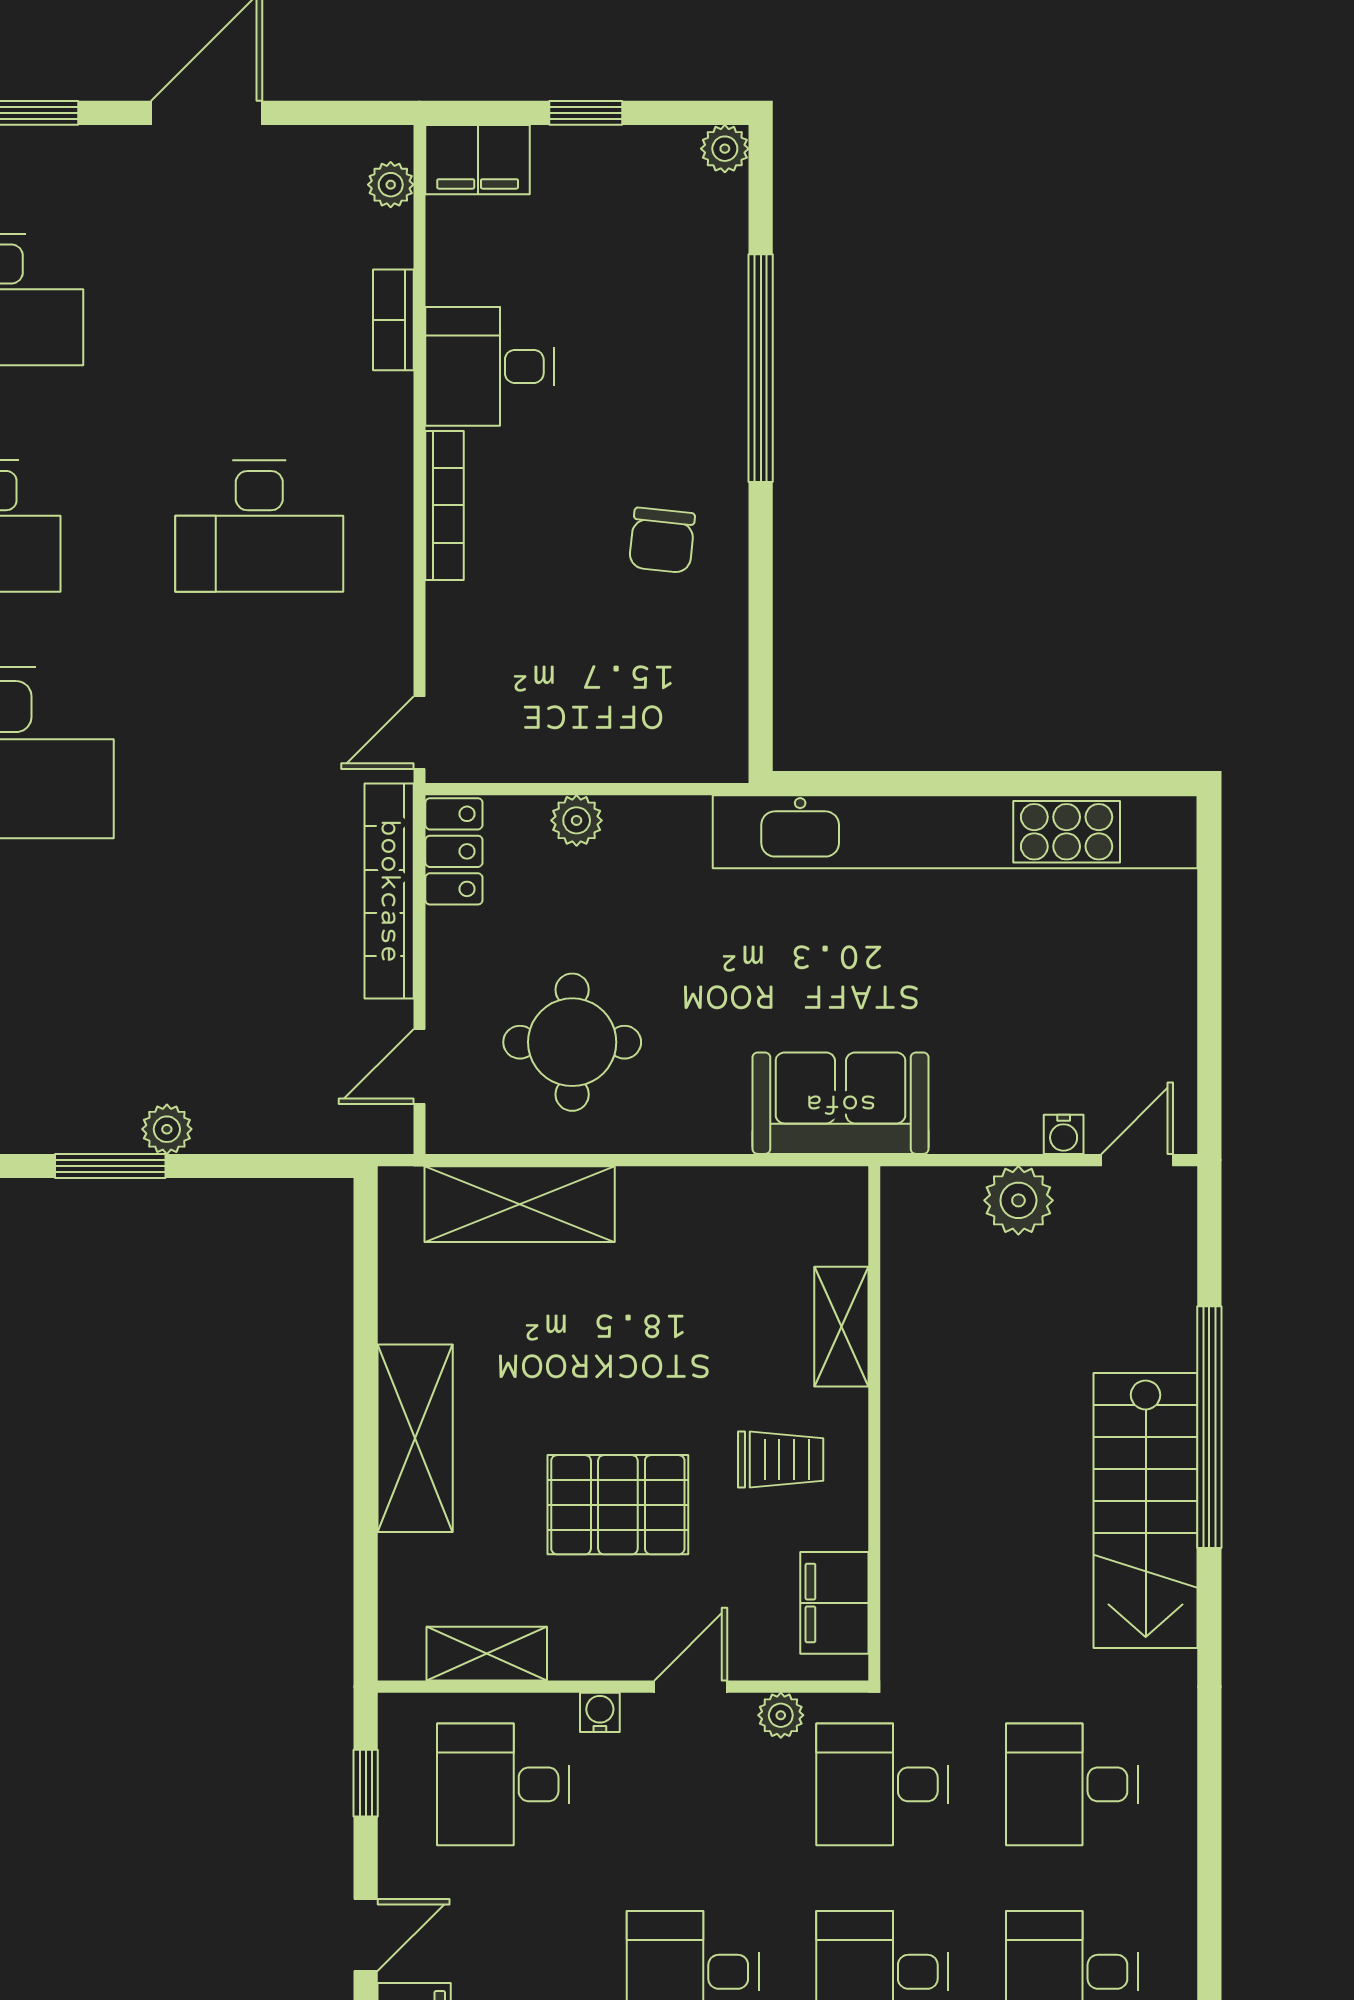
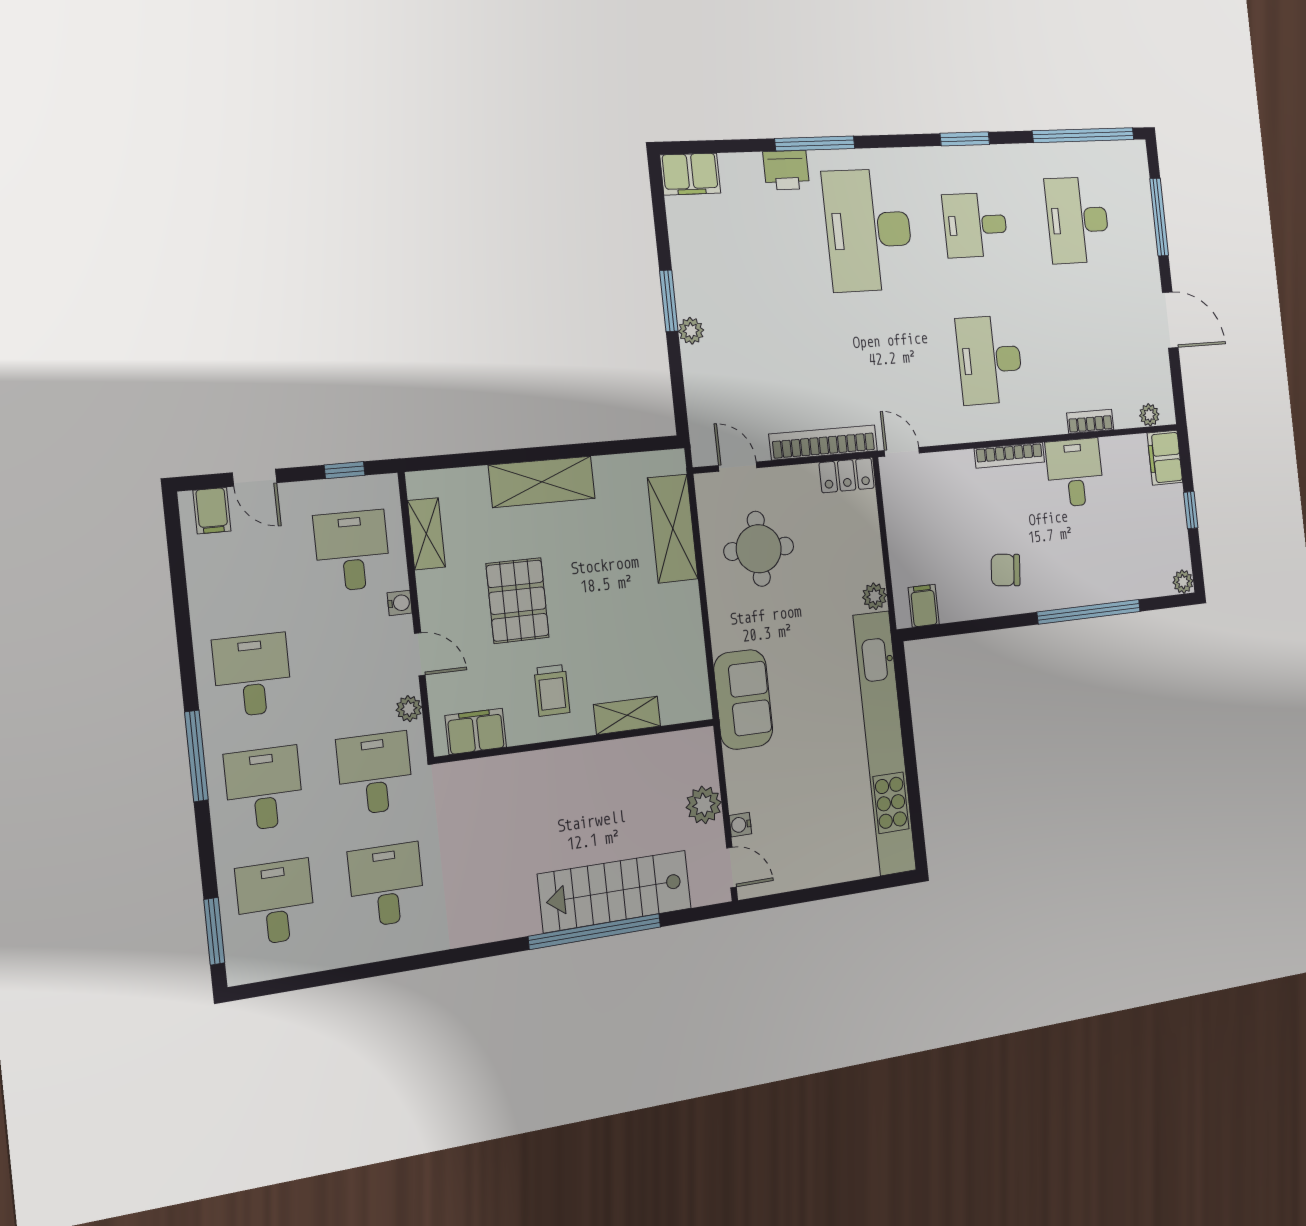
filing cabinet: (711, 721) -> (924, 606), added
plant: (577, 820) -> (875, 596), moved
stairs: (1146, 1511) -> (615, 891), moved

